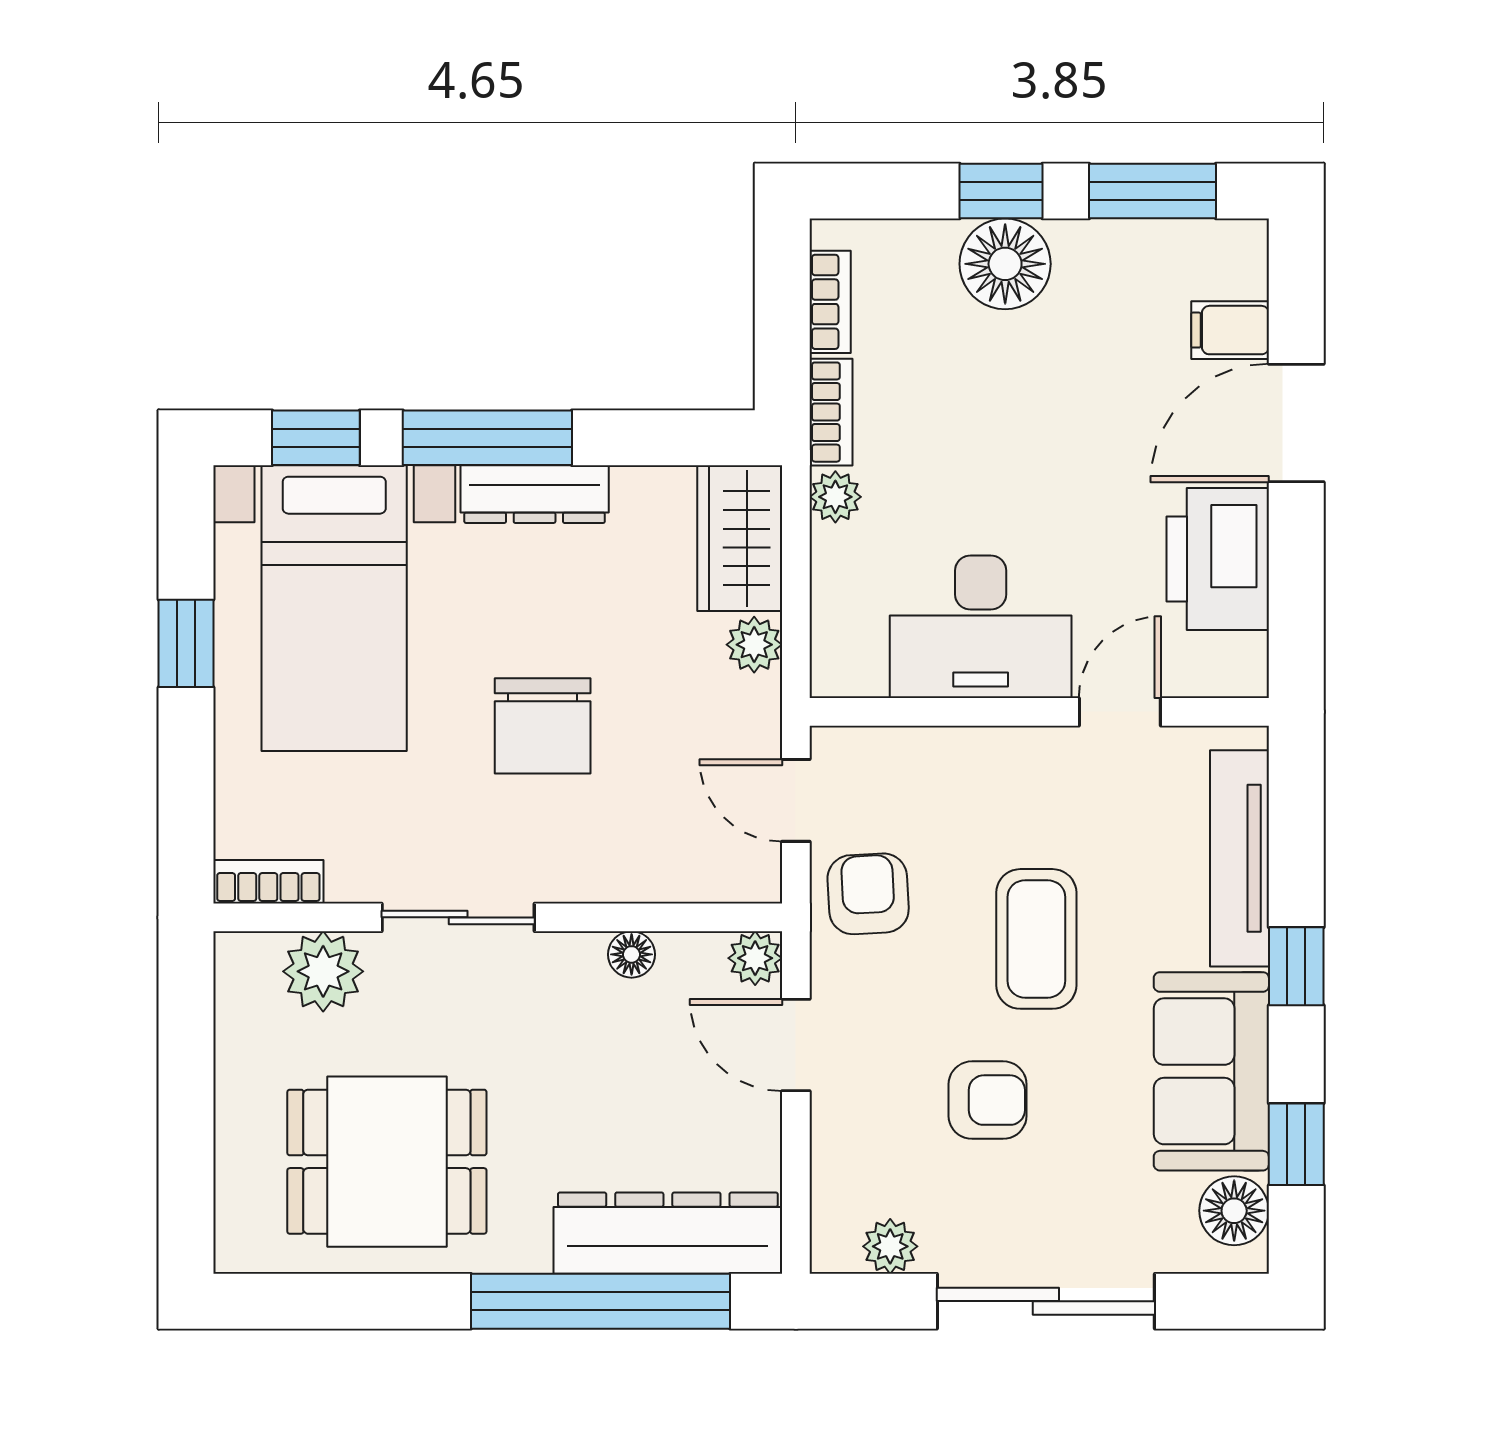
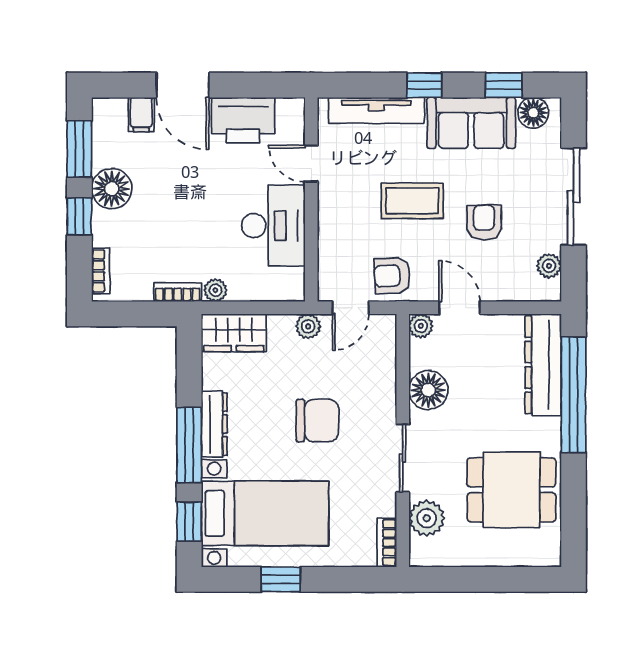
floor lamp: (1005, 264) -> (112, 189), moved
bookcase: (830, 302) -> (101, 271), moved, turned 90
plant: (754, 645) -> (308, 326), moved
floor lamp: (632, 954) -> (428, 390), width x1.89, depth x1.89
door: (796, 1045) -> (460, 308), swing flipped
dining table: (387, 1162) -> (511, 490), turned 90

